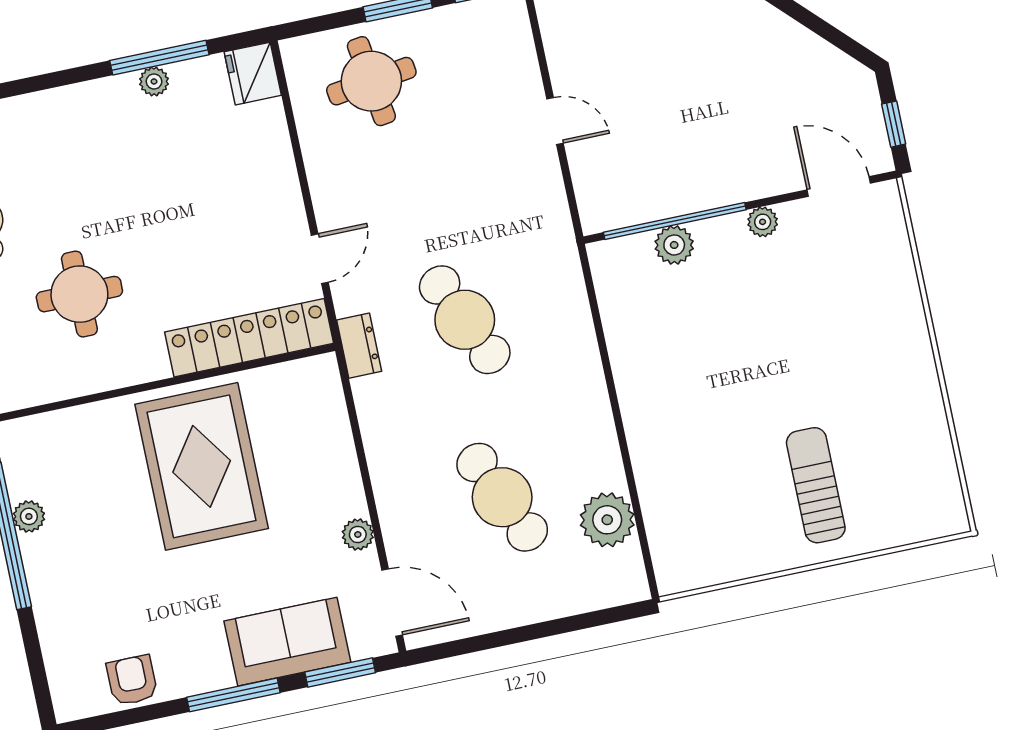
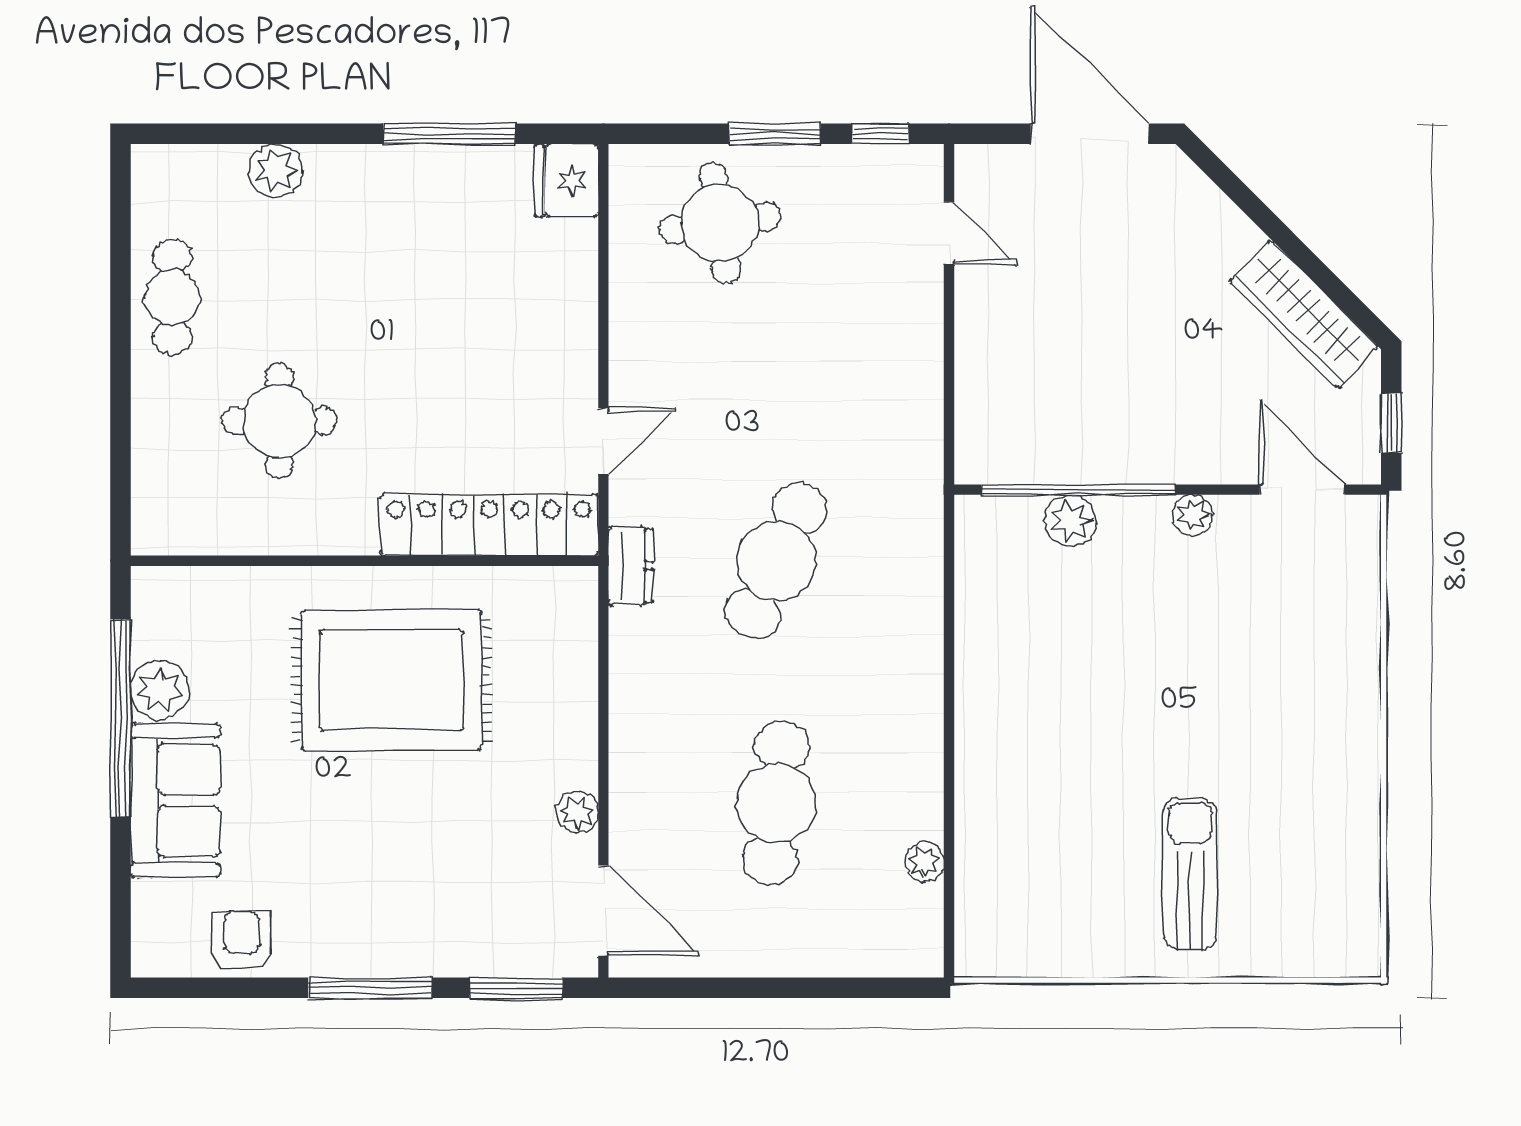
wardrobe: (813, 58) -> (1304, 314), added
plant: (154, 81) -> (276, 171), moved, width x1.38, depth x1.38
door: (555, 121) -> (949, 233), moved
cafe table: (465, 320) -> (776, 561), turned 48
rug: (202, 466) -> (392, 680), turned 90
cafe table: (502, 497) -> (776, 803), turned 30
plant: (29, 516) -> (160, 690), width x1.38, depth x1.38
plant: (607, 520) -> (924, 862), width x0.53, depth x0.53
sofa: (287, 642) -> (175, 800), moved, turned 90

